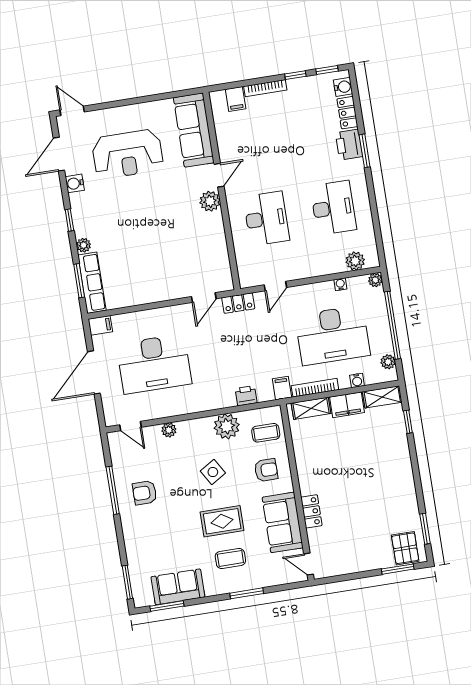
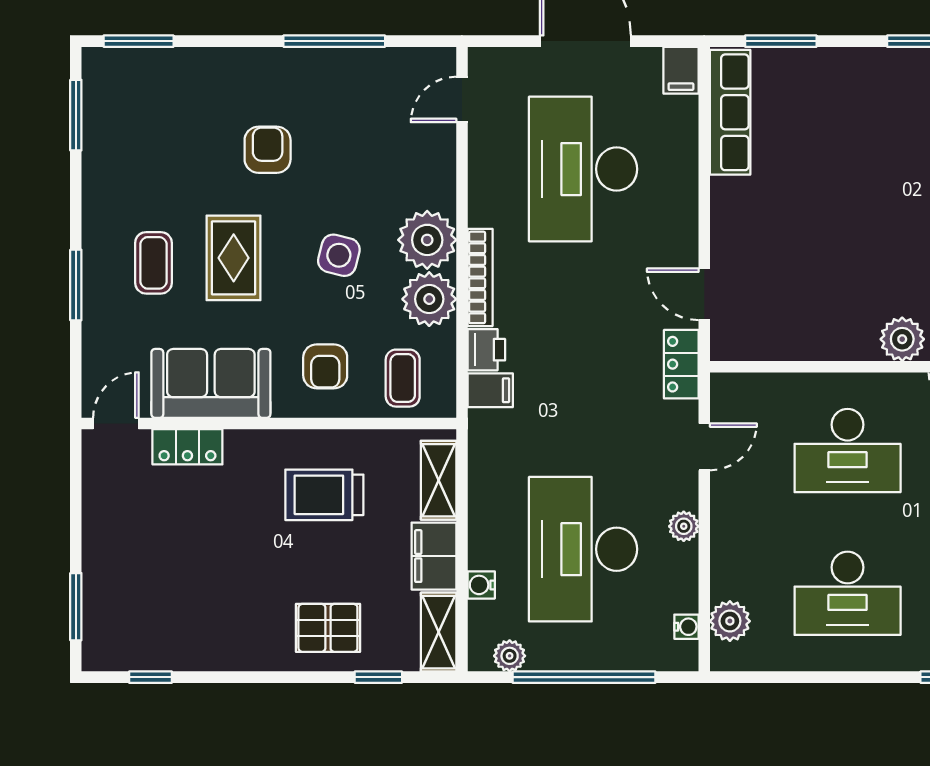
plant: (84, 245) -> (853, 62), removed
plant: (375, 280) -> (684, 526), moved
row of seats: (92, 283) -> (730, 112), moved, turned -90
water cooler: (340, 284) -> (686, 627), moved
door: (275, 286) -> (704, 447), swing flipped
filing cabinet: (282, 388) -> (490, 390), moved
bookcase: (315, 388) -> (480, 277), moved
plant: (169, 430) -> (427, 240), moved, width x1.87, depth x1.87
trolley: (326, 461) -> (324, 495), added
side table: (213, 472) -> (339, 255), turned 45
armchair: (145, 493) -> (268, 150), moved
locker: (311, 511) -> (187, 447), moved
window: (425, 529) -> (150, 677), width x0.67
pallet: (405, 548) -> (328, 628), moved
sofa: (178, 587) -> (112, 144), removed

